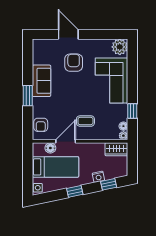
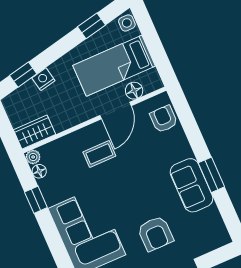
window: (28, 96) -> (211, 175), moved
window: (75, 191) -> (92, 26), moved

